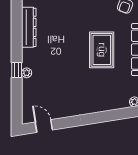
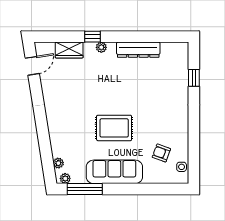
plant: (27, 73) -> (101, 47), moved
wardrobe: (29, 92) -> (69, 50), added

